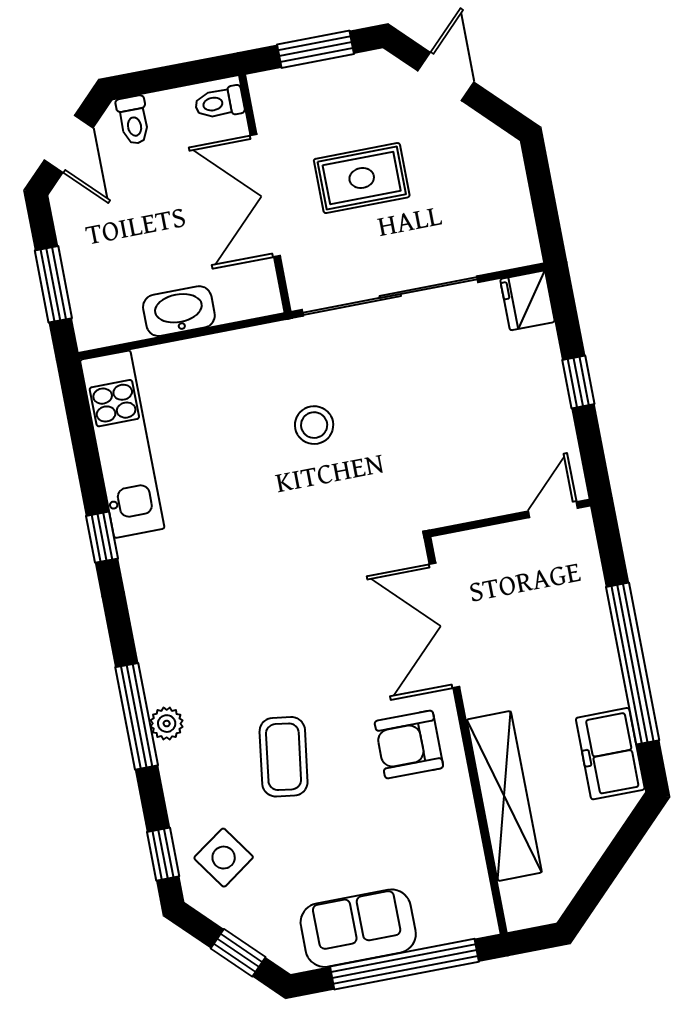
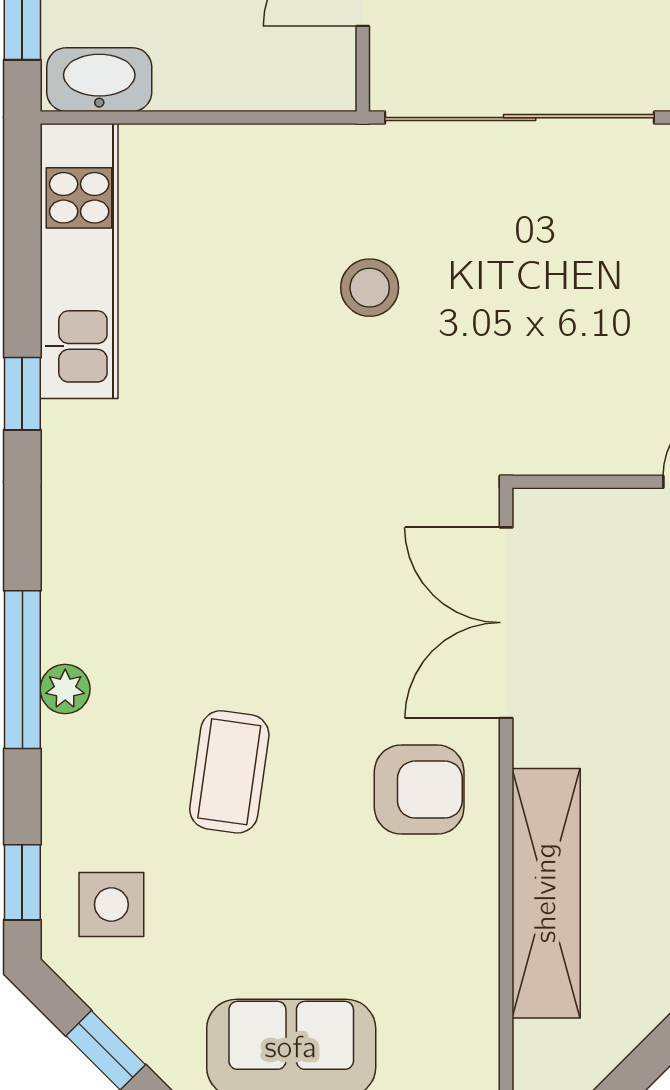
washbasin: (179, 311) -> (99, 80), moved
armchair: (409, 744) -> (419, 790), turned 180
side table: (224, 858) -> (111, 905), turned 35

